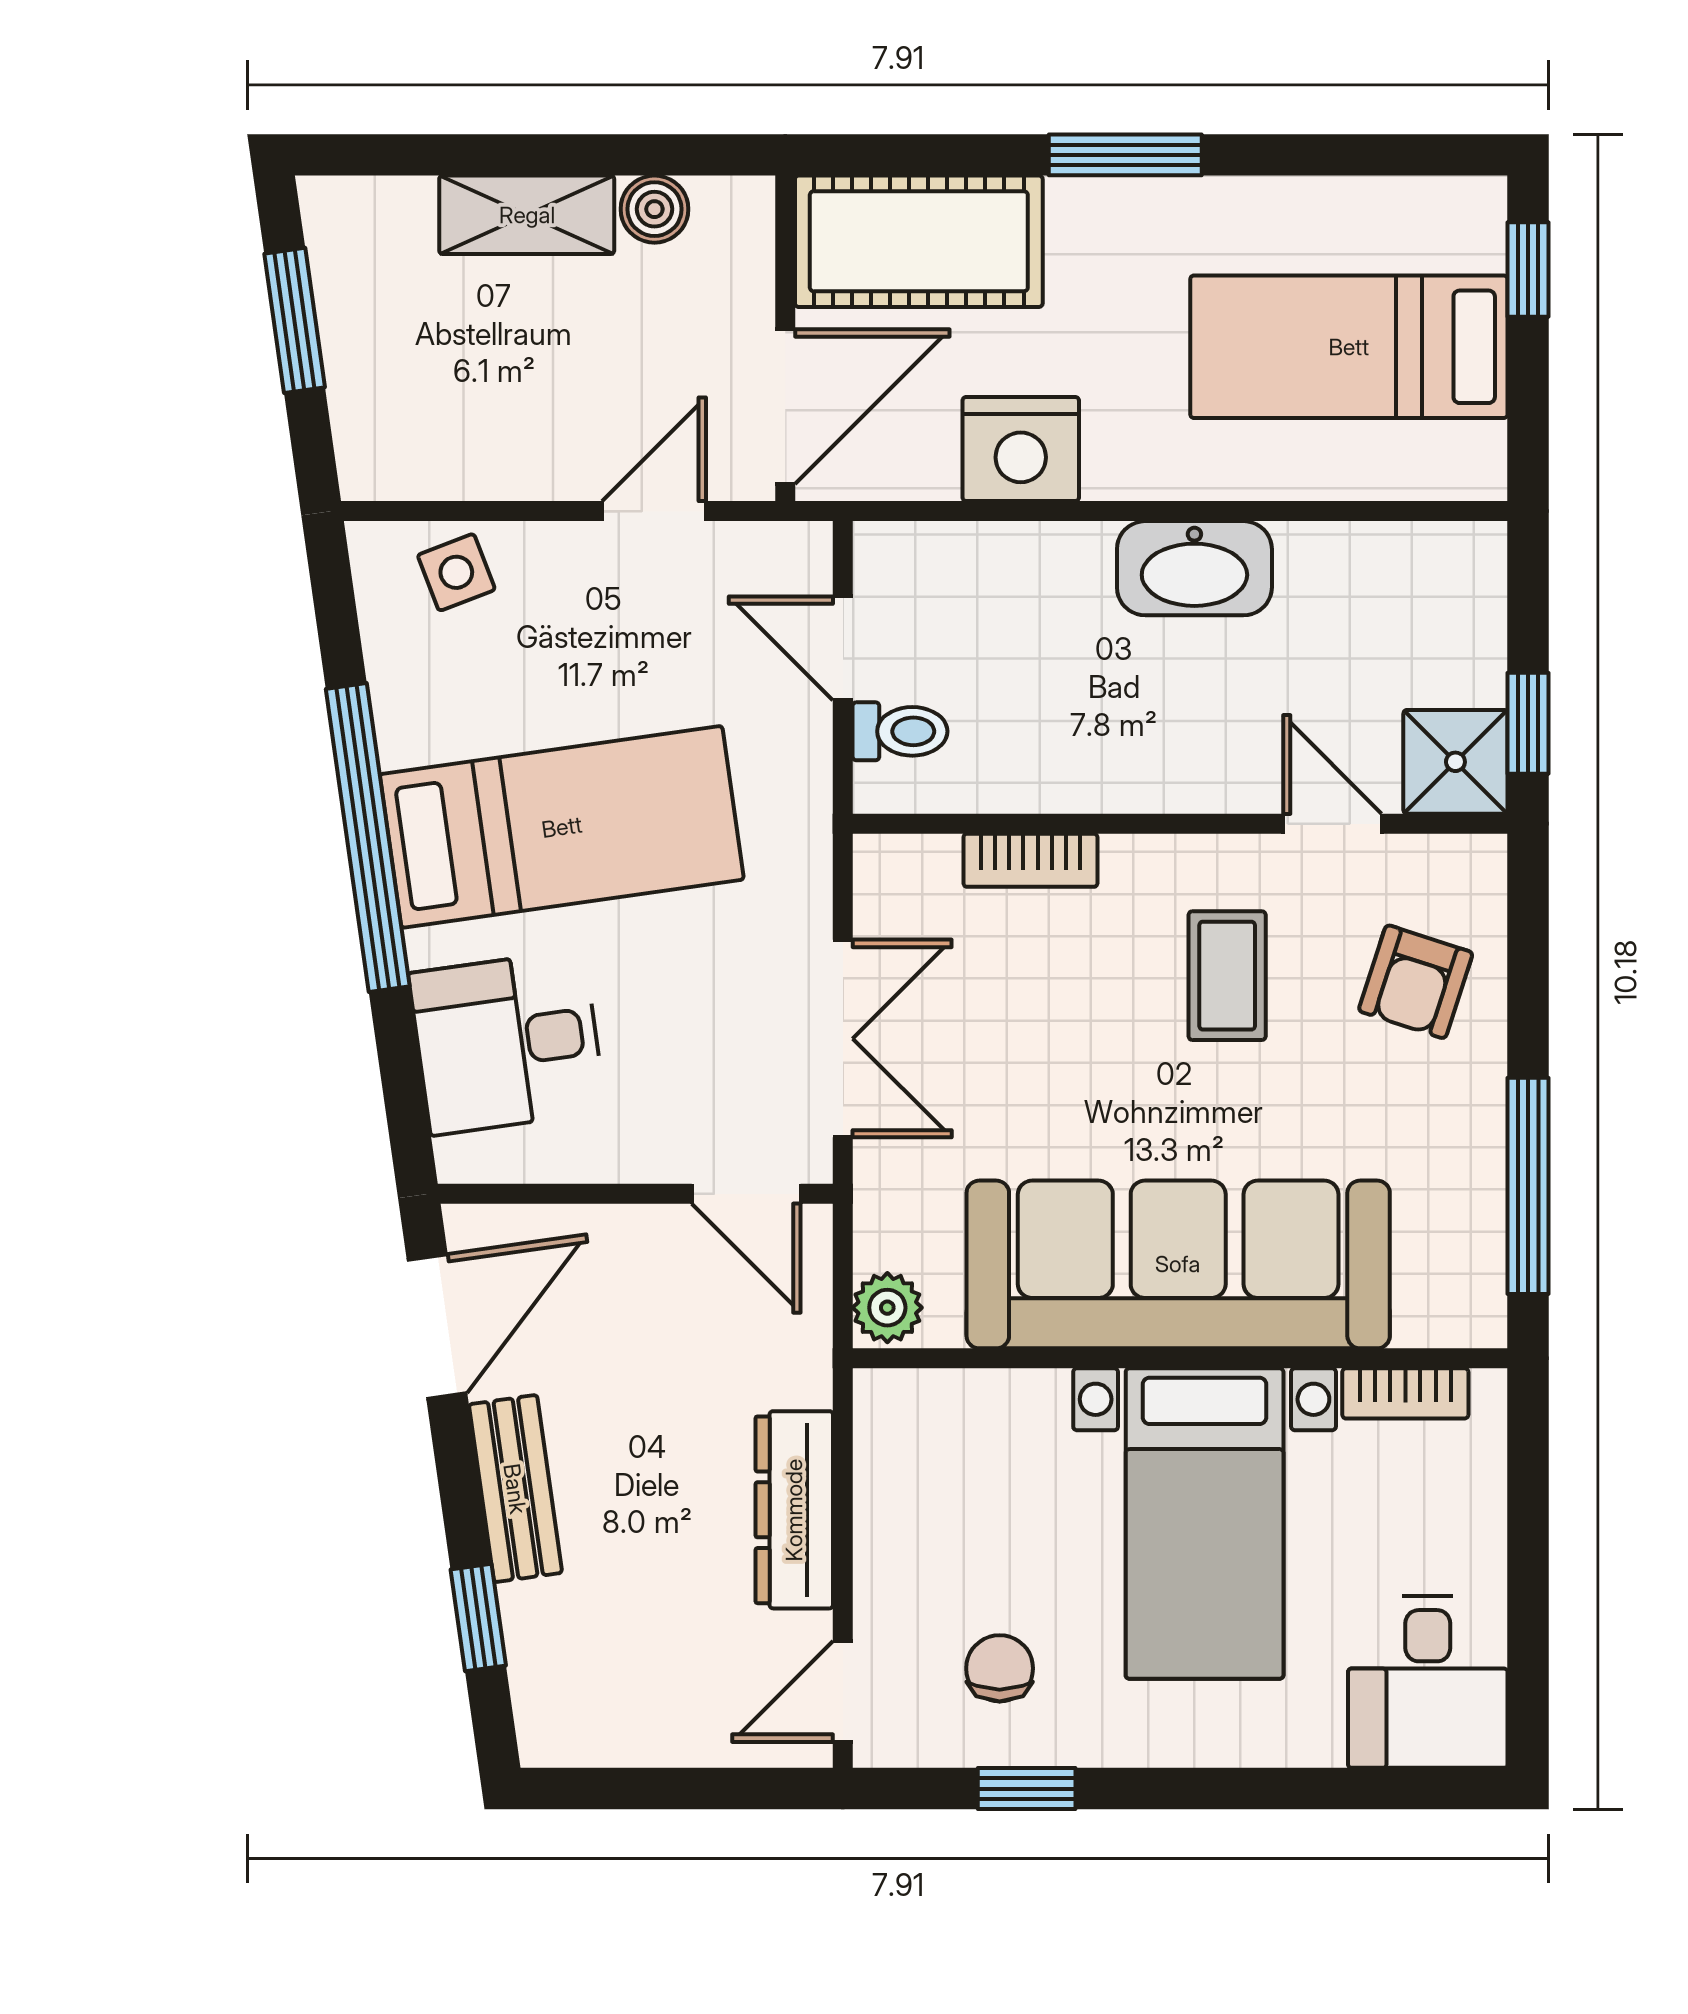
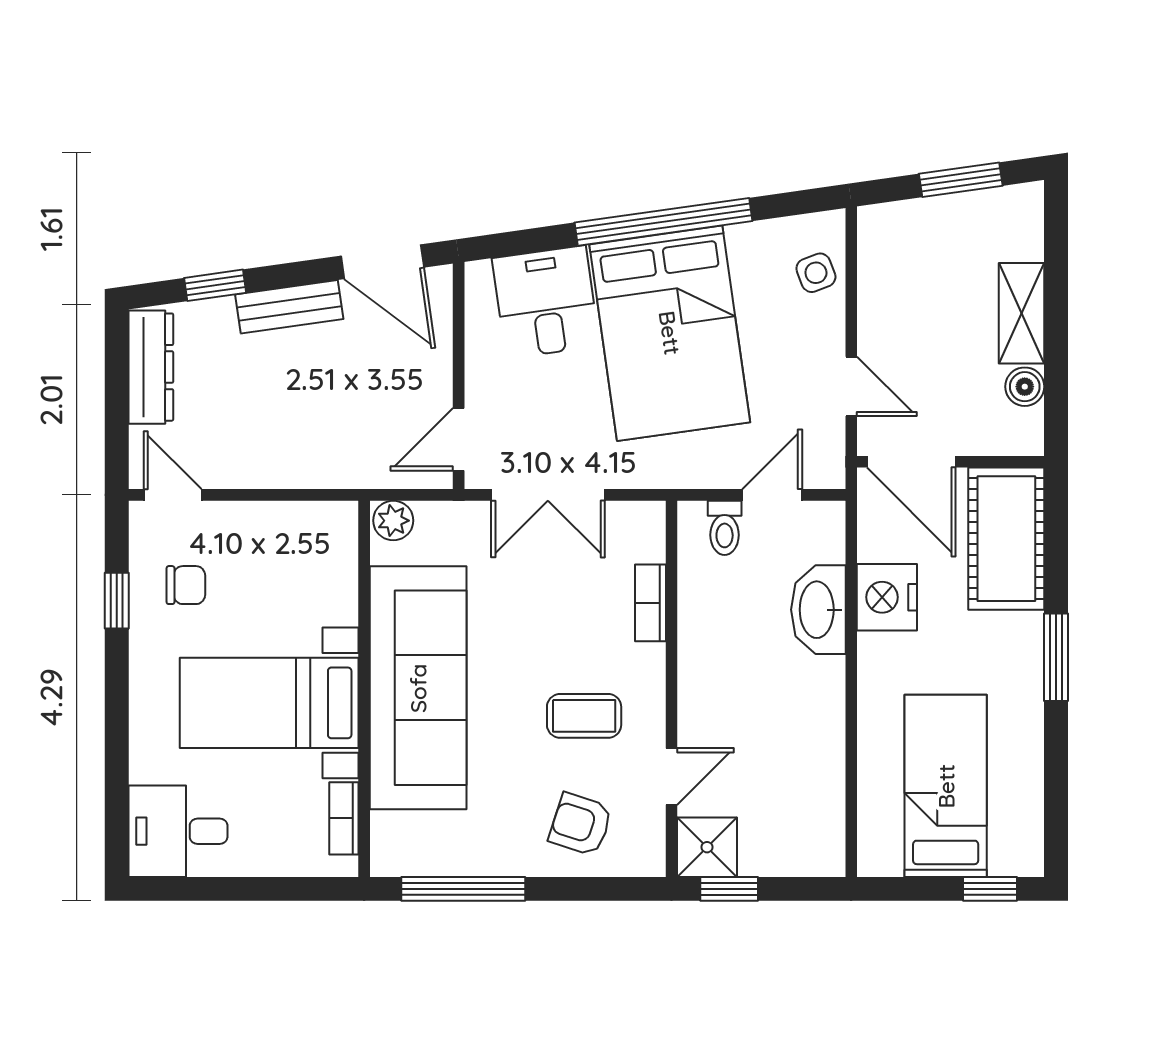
washbasin: (1194, 568) -> (818, 610), moved
bed: (562, 827) -> (670, 333), width x1.50
dresser: (794, 1510) -> (151, 367), moved, turned 90

